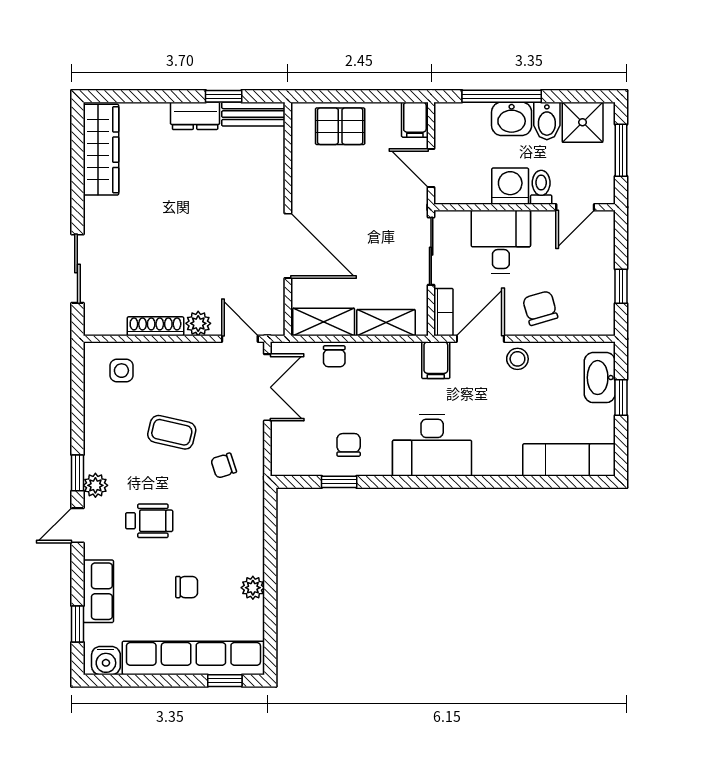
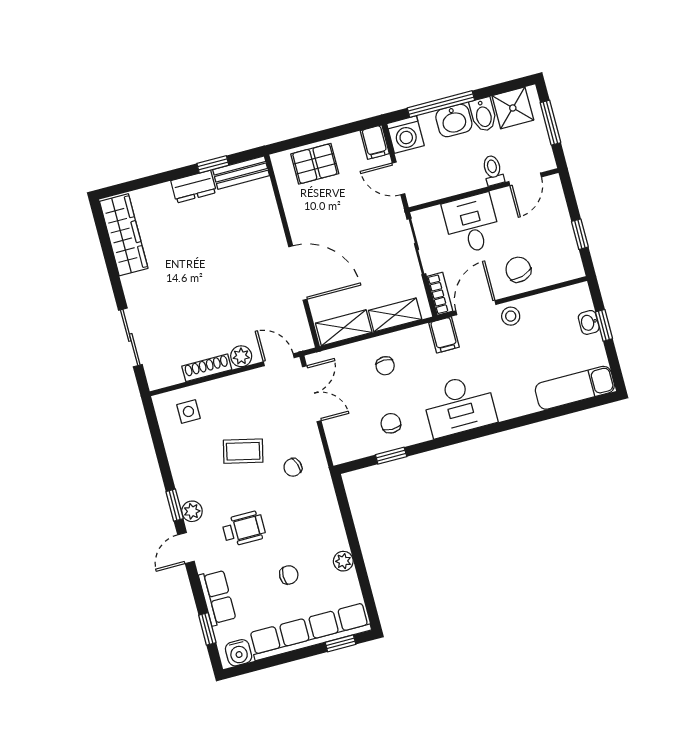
washing machine: (510, 186) -> (405, 135), moved, turned 180
chair: (334, 356) -> (385, 366), moved
washbasin: (600, 378) -> (589, 322), width x0.52, depth x0.69

